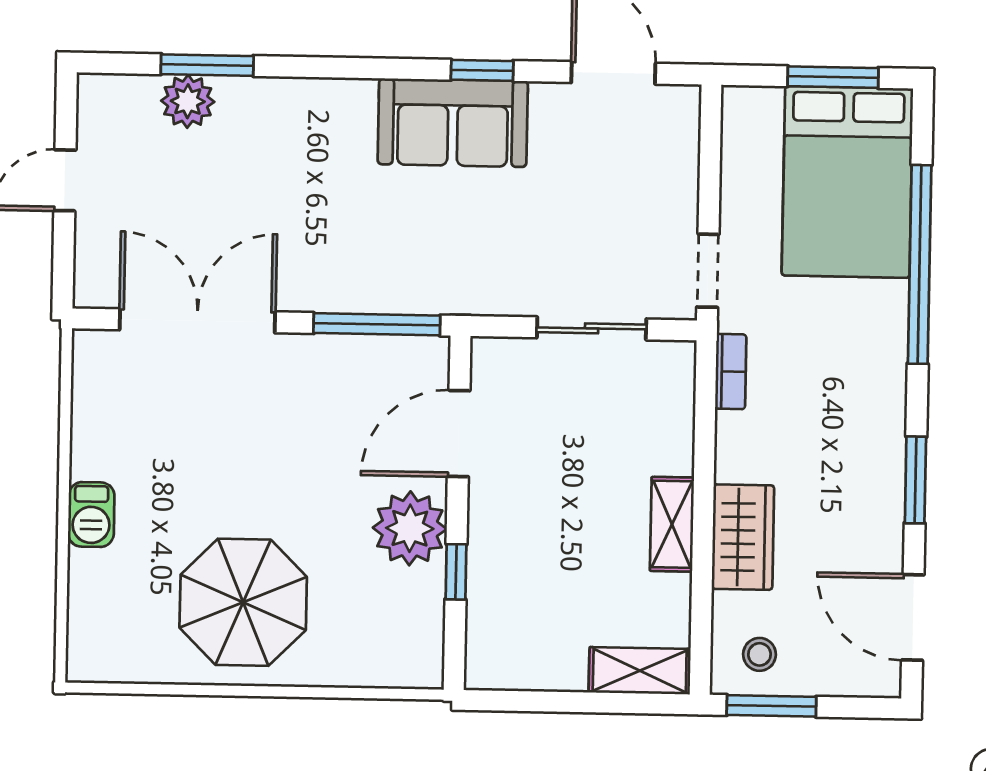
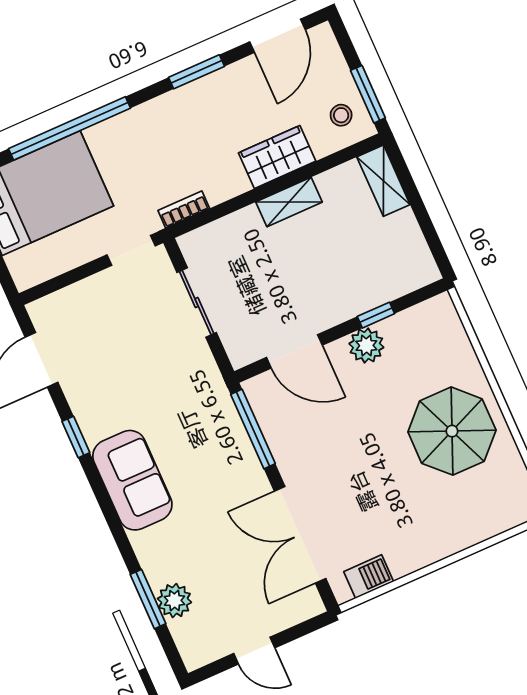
sofa: (453, 123) -> (132, 480), moved
barbecue: (91, 515) -> (369, 577), moved
plant: (410, 528) -> (366, 345), width x0.73, depth x0.73

